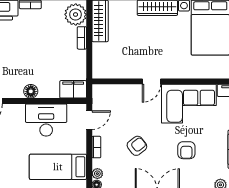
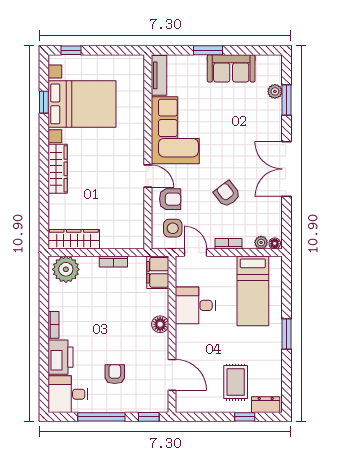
bookcase: (82, 38) -> (113, 262), moved
side table: (109, 102) -> (173, 228), added
desk: (46, 120) -> (195, 305), width x0.73
armchair: (186, 150) -> (170, 199), moved

